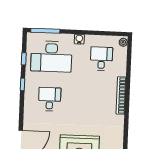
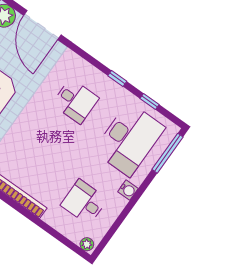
desk: (51, 57) -> (129, 139), turned 180
desk: (101, 59) -> (84, 202), turned 180

